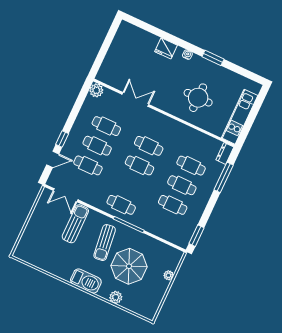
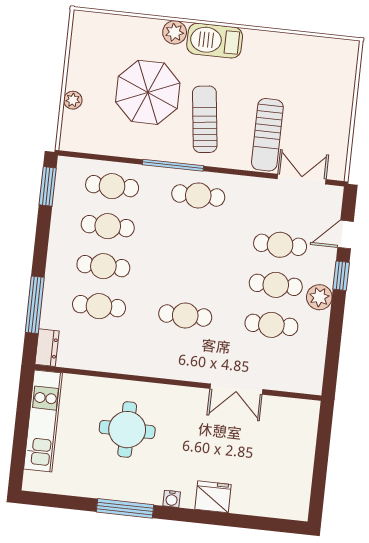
window: (213, 58) -> (125, 508), width x1.44
plant: (96, 90) -> (319, 297), moved
cafe table: (139, 165) -> (112, 186), moved
plant: (116, 297) -> (175, 32), moved

